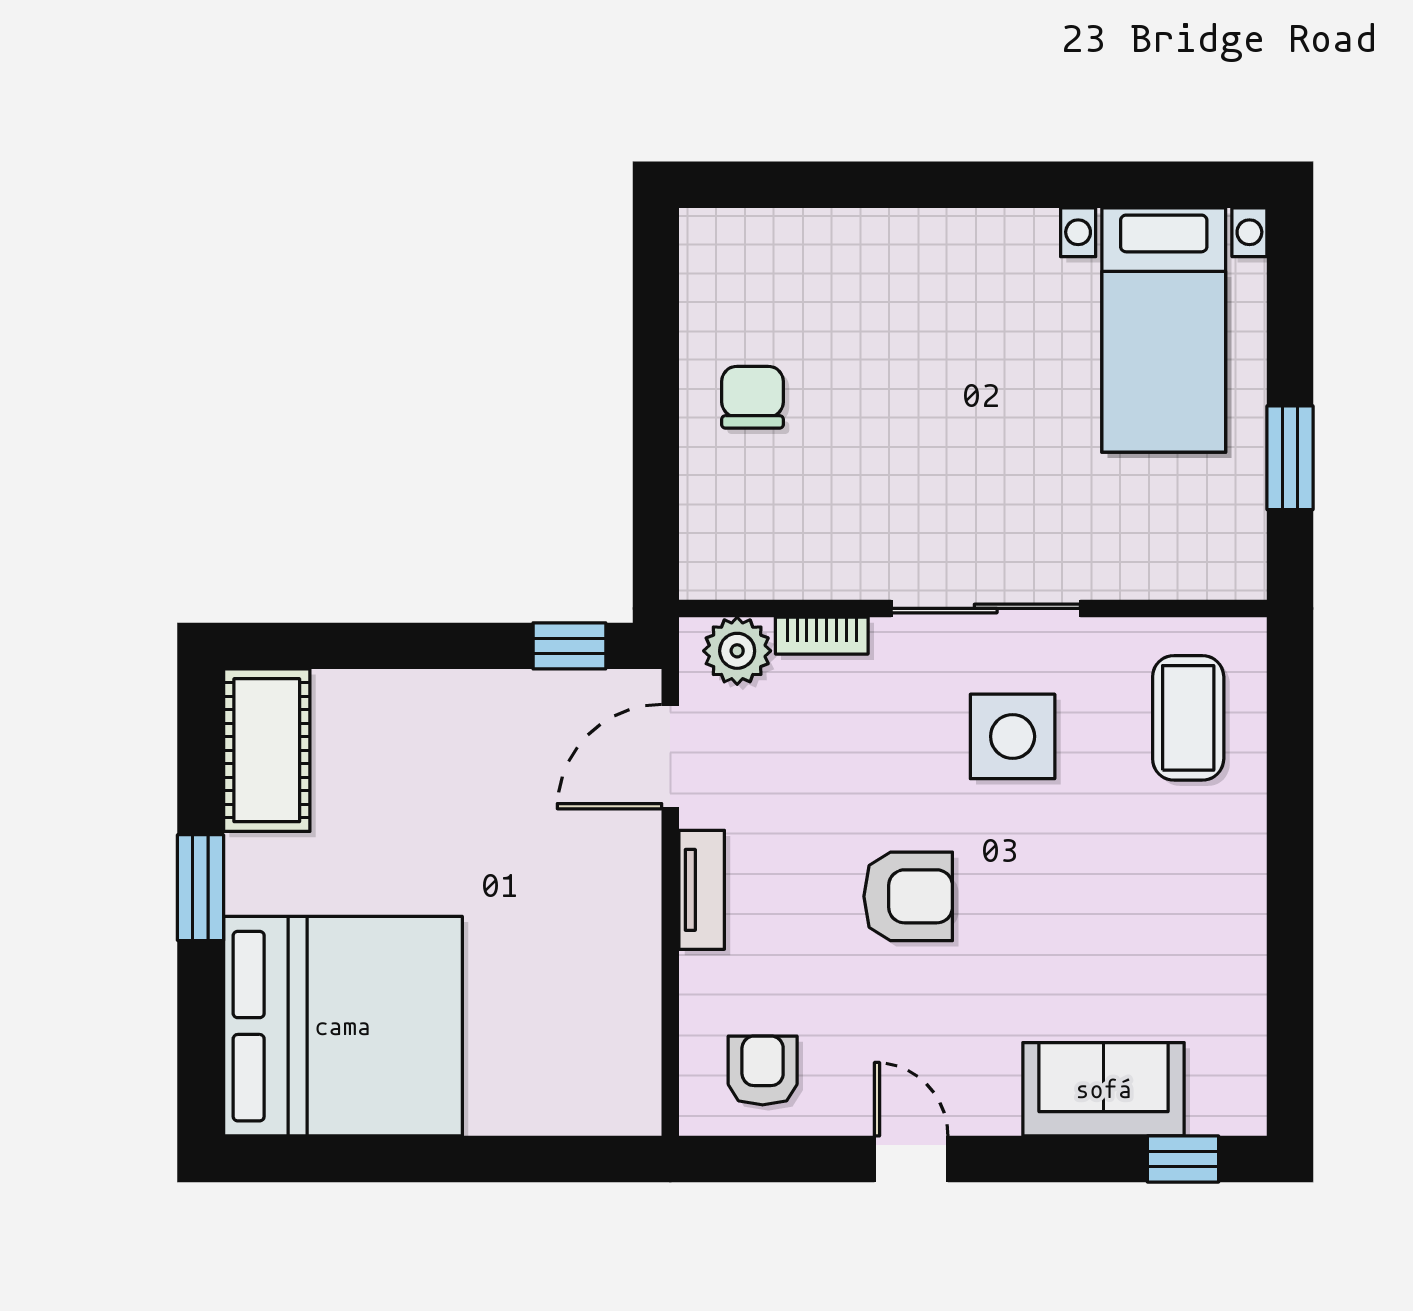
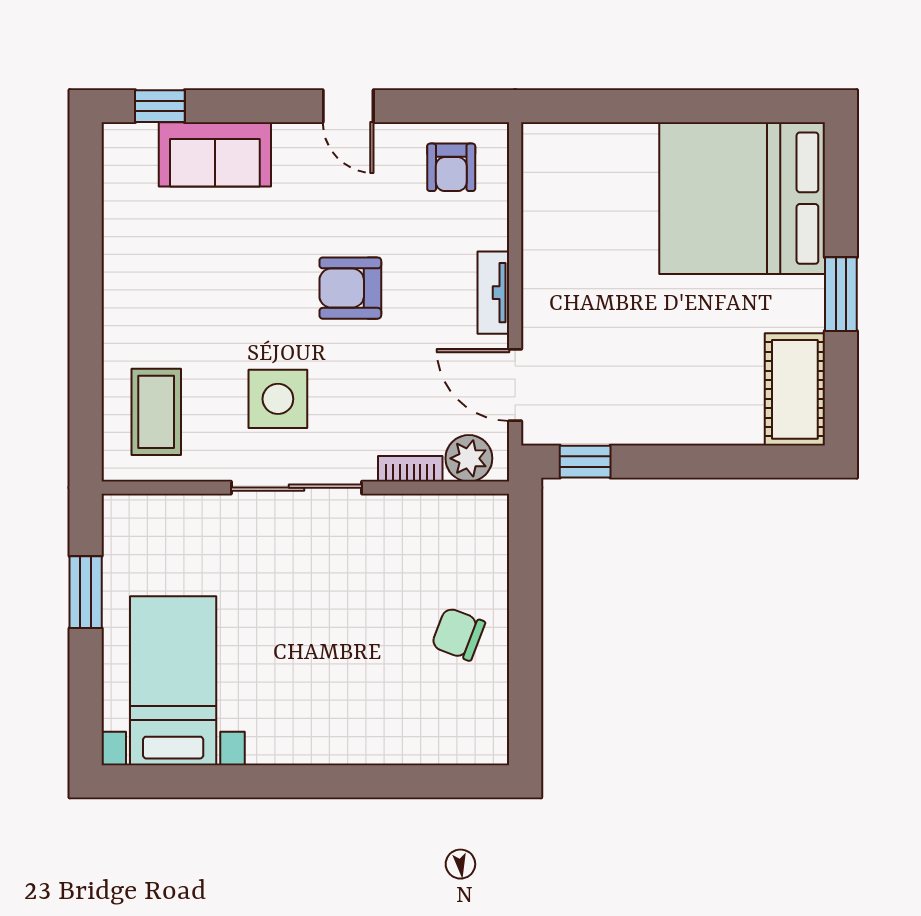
chair: (753, 397) -> (458, 634), turned 111
door: (670, 757) -> (515, 385), swing flipped

